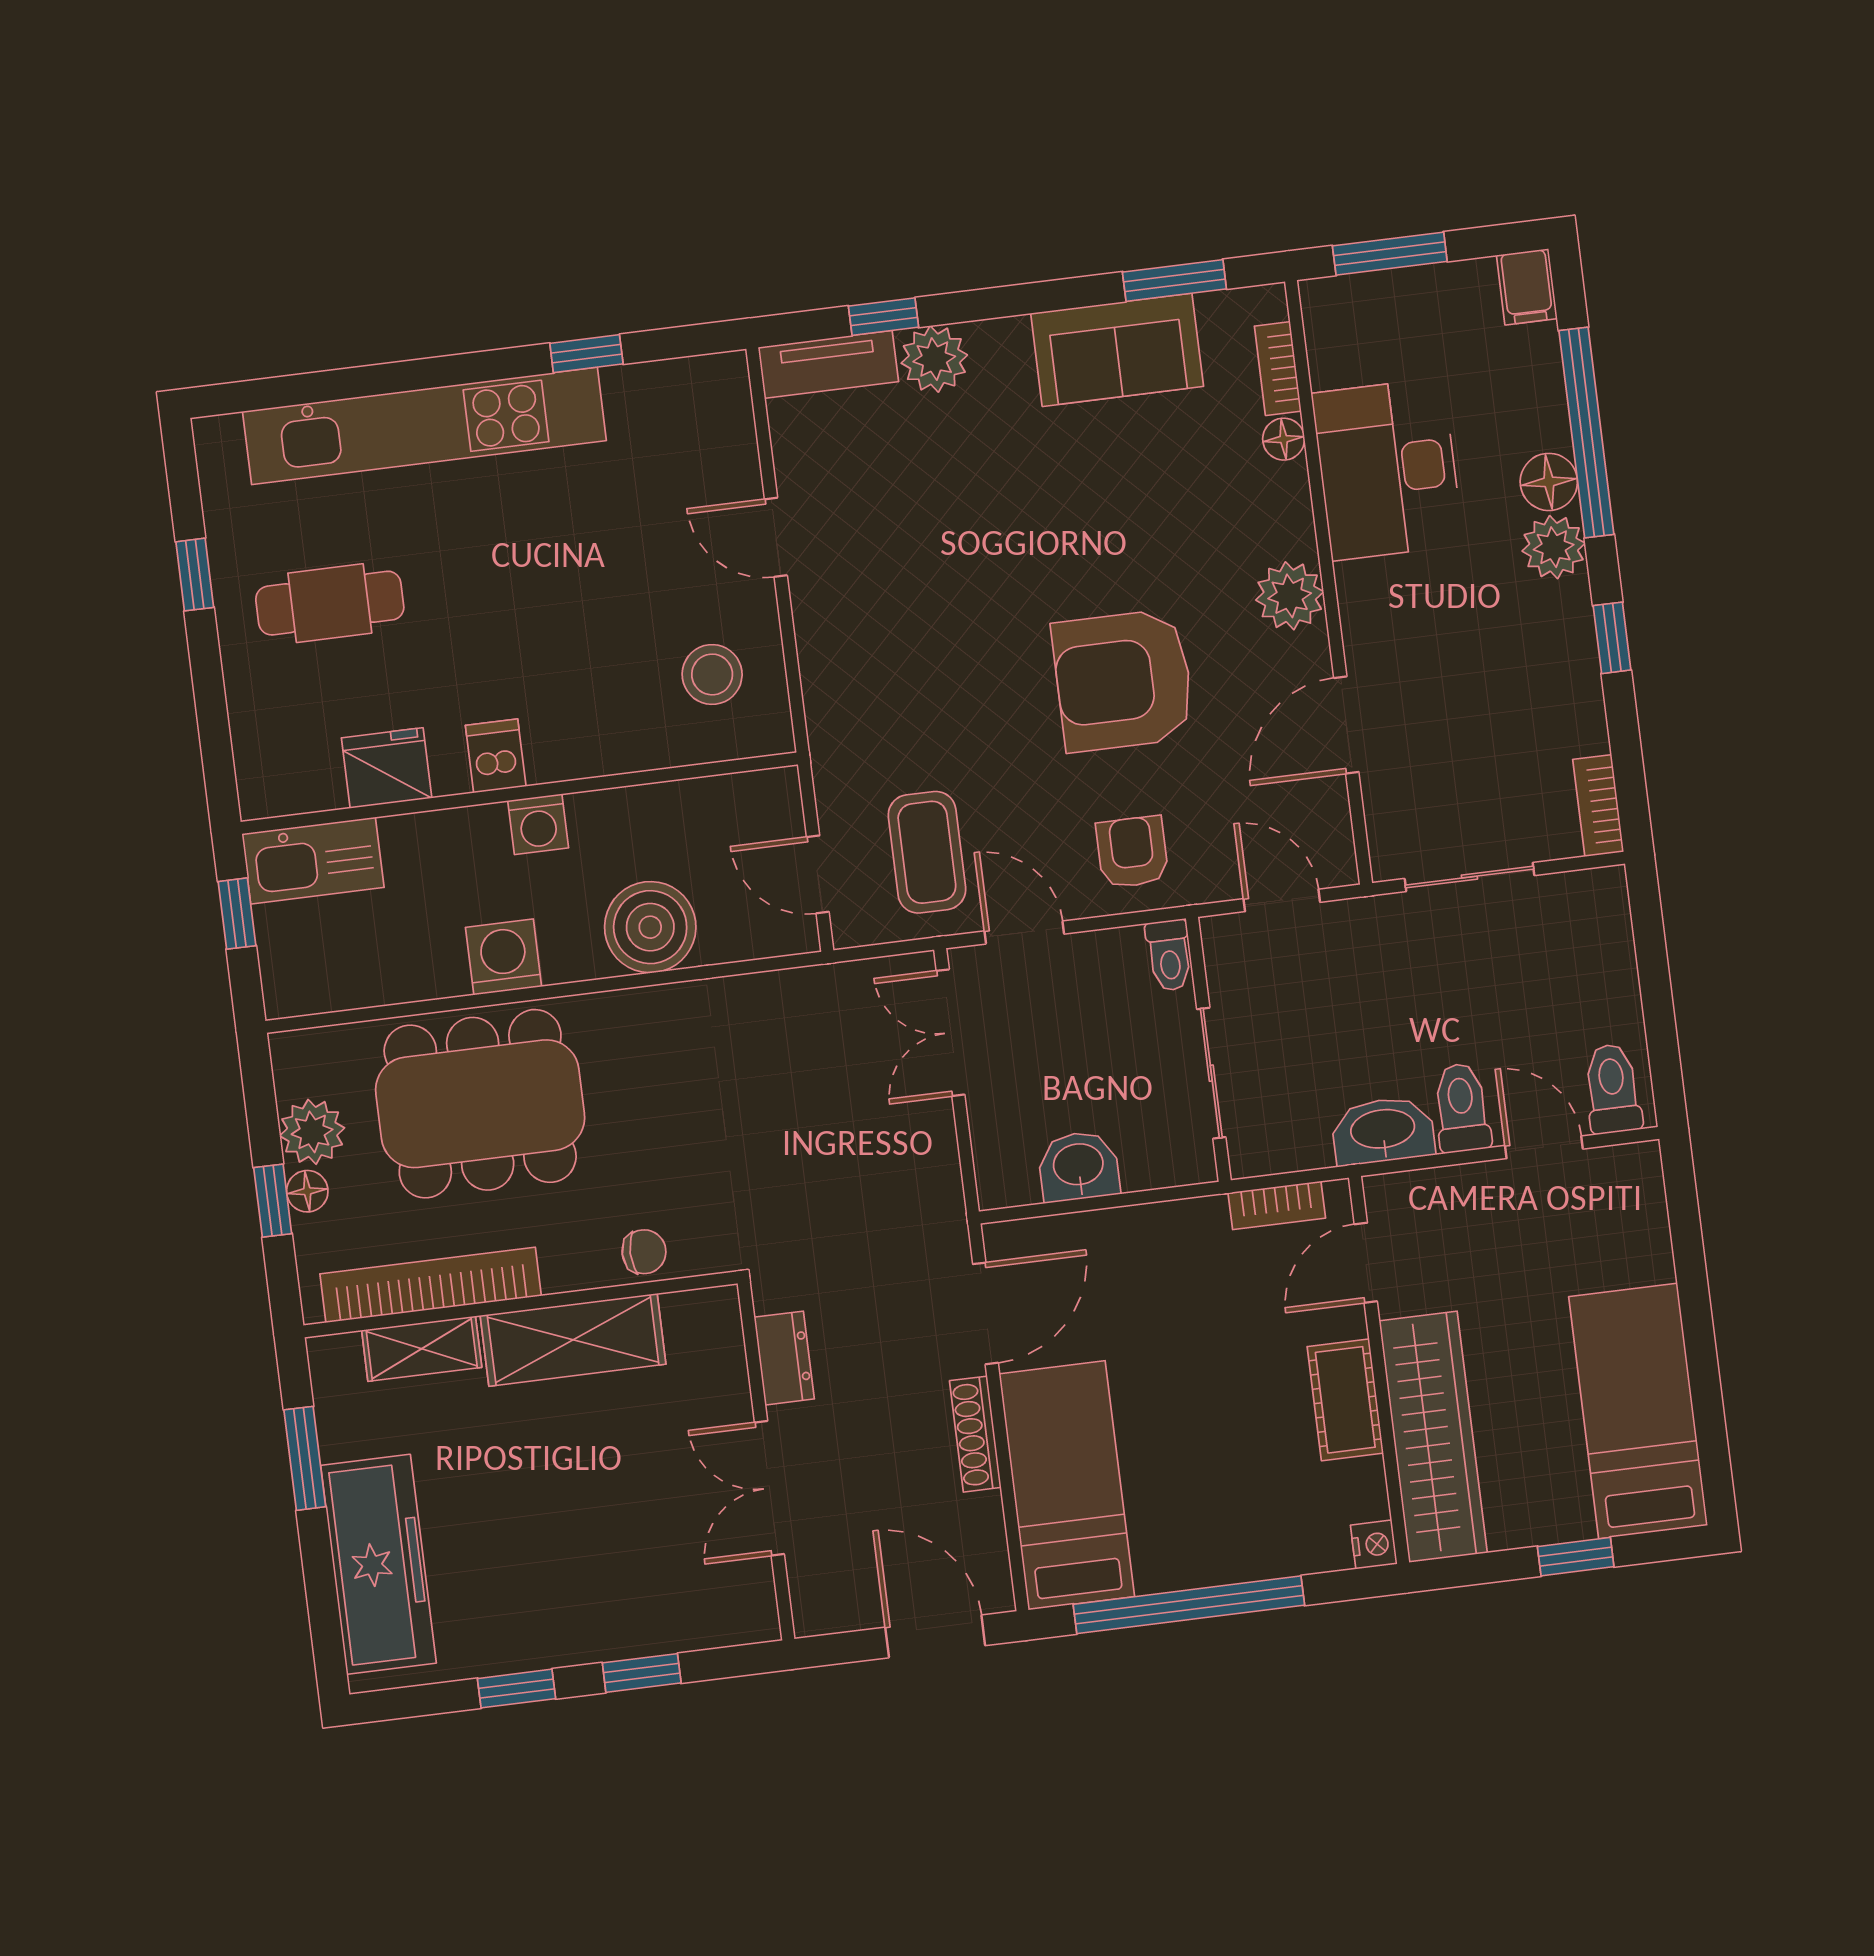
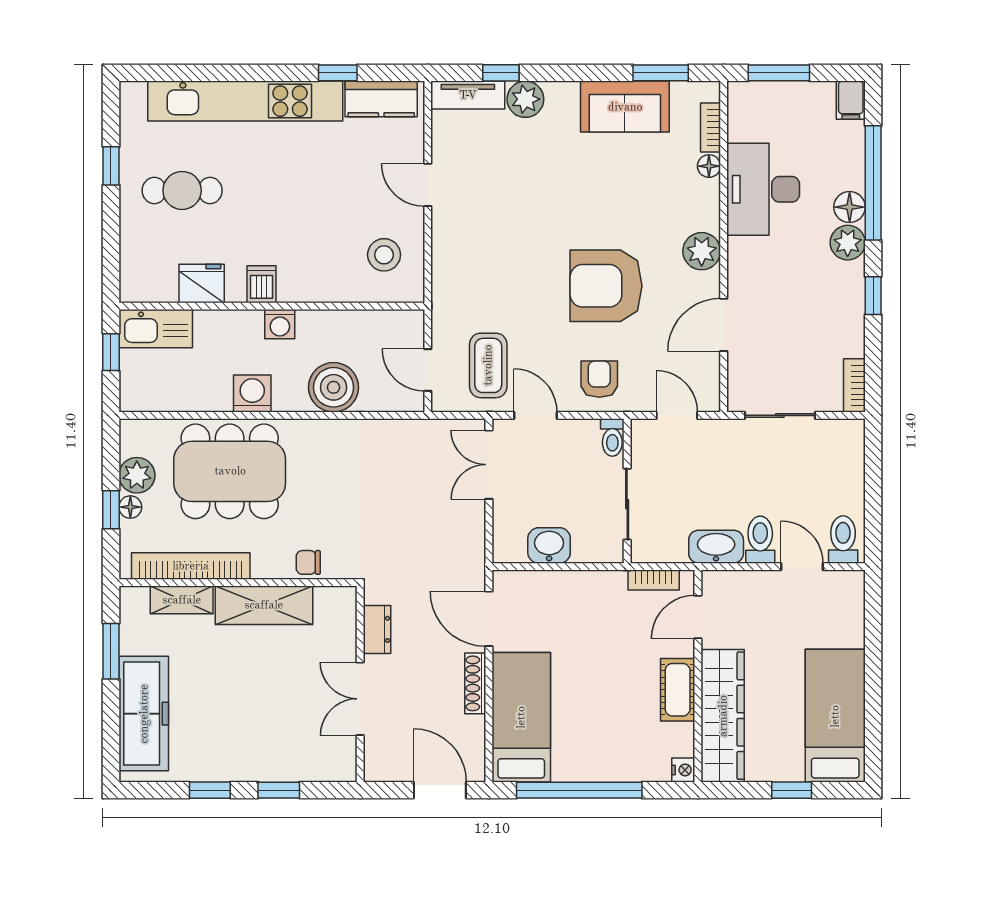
kitchen counter: (672, 391) -> (381, 99), added
chair: (644, 1252) -> (308, 562), turned 180
door: (985, 1313) -> (489, 619), swing flipped

